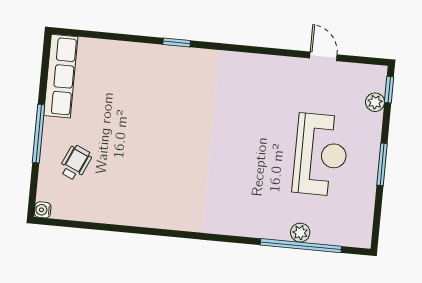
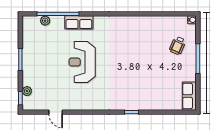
row of seats: (61, 76) -> (189, 96), width x0.68
reception desk: (321, 155) -> (82, 62), moved
row of seats: (262, 225) -> (79, 22), added
plant: (300, 233) -> (45, 21), moved

